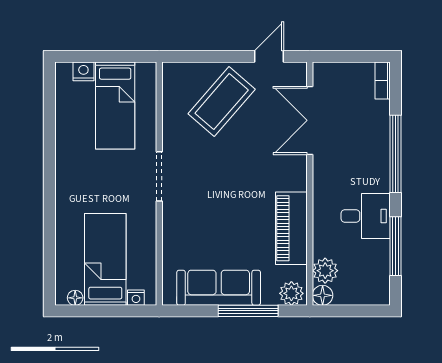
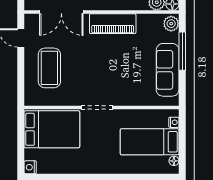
nightstand: (83, 71) -> (30, 167), moved
coffee table: (222, 102) -> (49, 68), turned 49
bed: (115, 105) -> (52, 129), width x1.50
piano: (291, 228) -> (113, 24), moved

